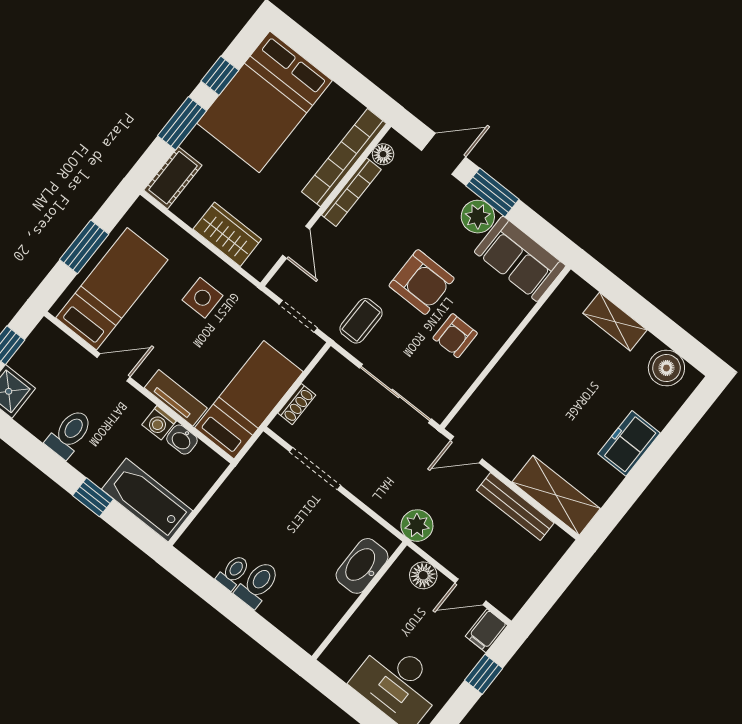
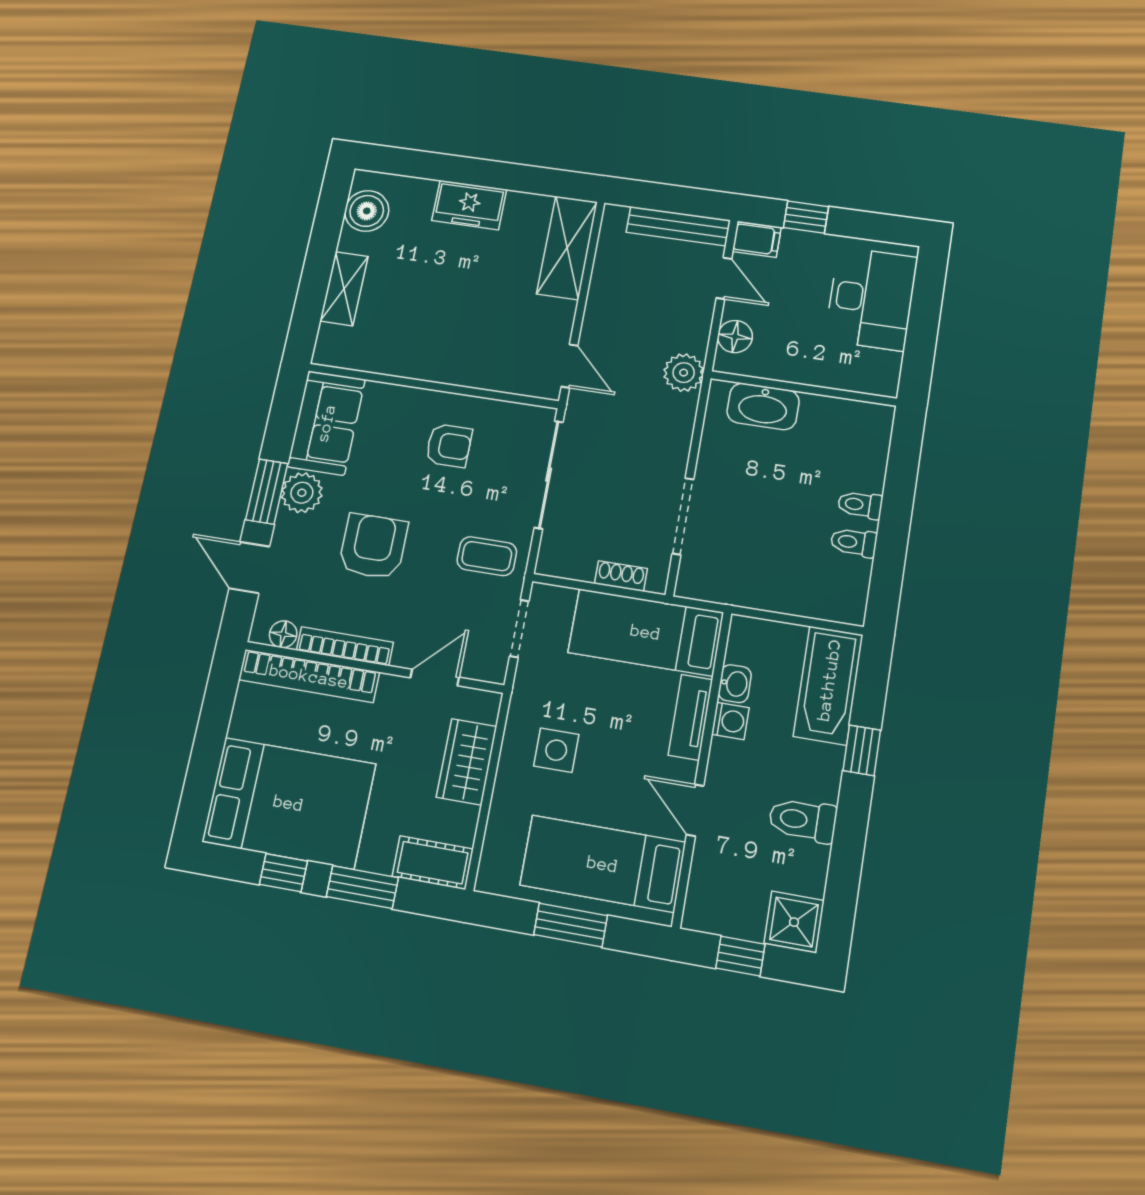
armchair: (422, 282) -> (373, 546), moved
bench: (515, 507) -> (678, 226), moved, turned 90
toilet: (258, 584) -> (860, 505), width x0.73, depth x0.72

